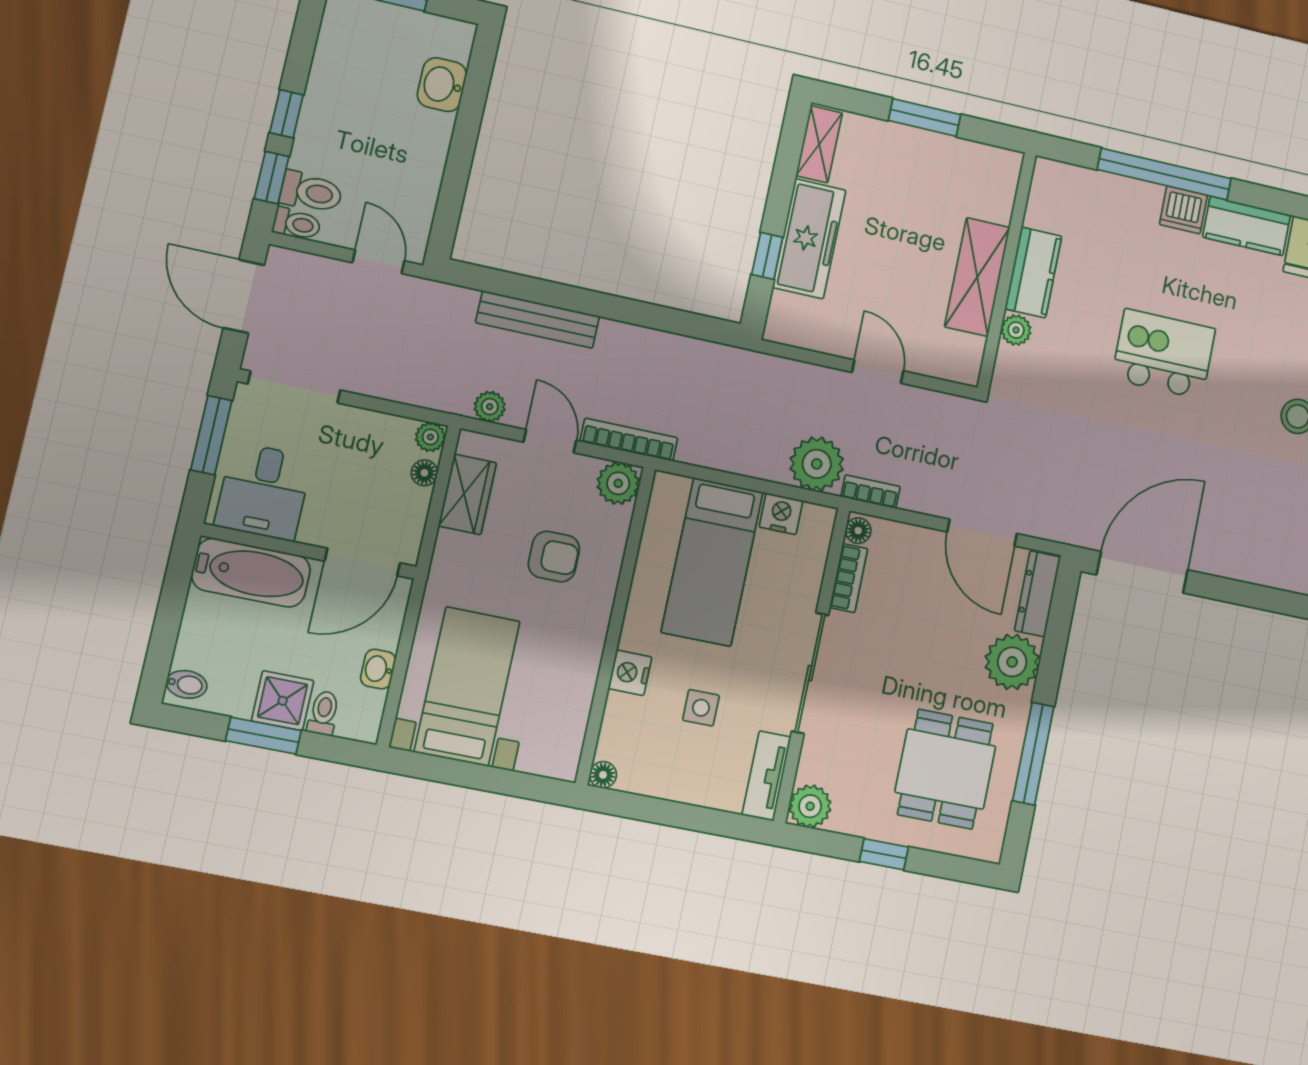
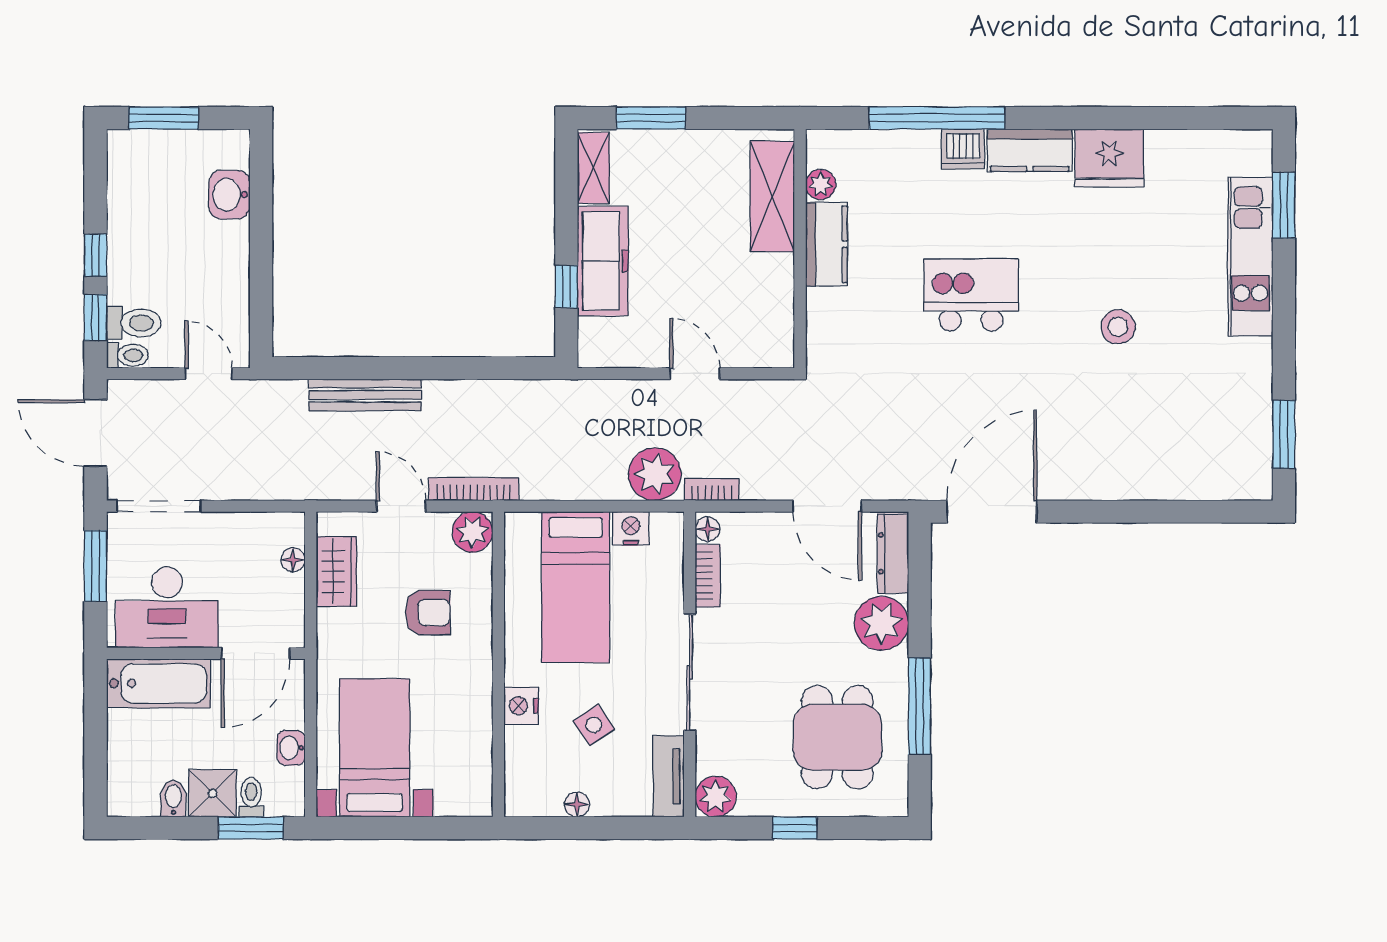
window: (925, 117) -> (651, 118), moved
shelving: (977, 277) -> (772, 197), moved
plant: (1016, 330) -> (821, 185), moved
plant: (490, 407) -> (339, 486), removed
plant: (430, 437) -> (291, 526), removed
desk: (263, 491) -> (167, 607), width x1.37
bidet: (187, 684) -> (173, 799), moved, turned -90
side table: (701, 708) -> (594, 725), turned -34
window: (263, 736) -> (251, 828), moved
floor lamp: (603, 775) -> (577, 804), moved

